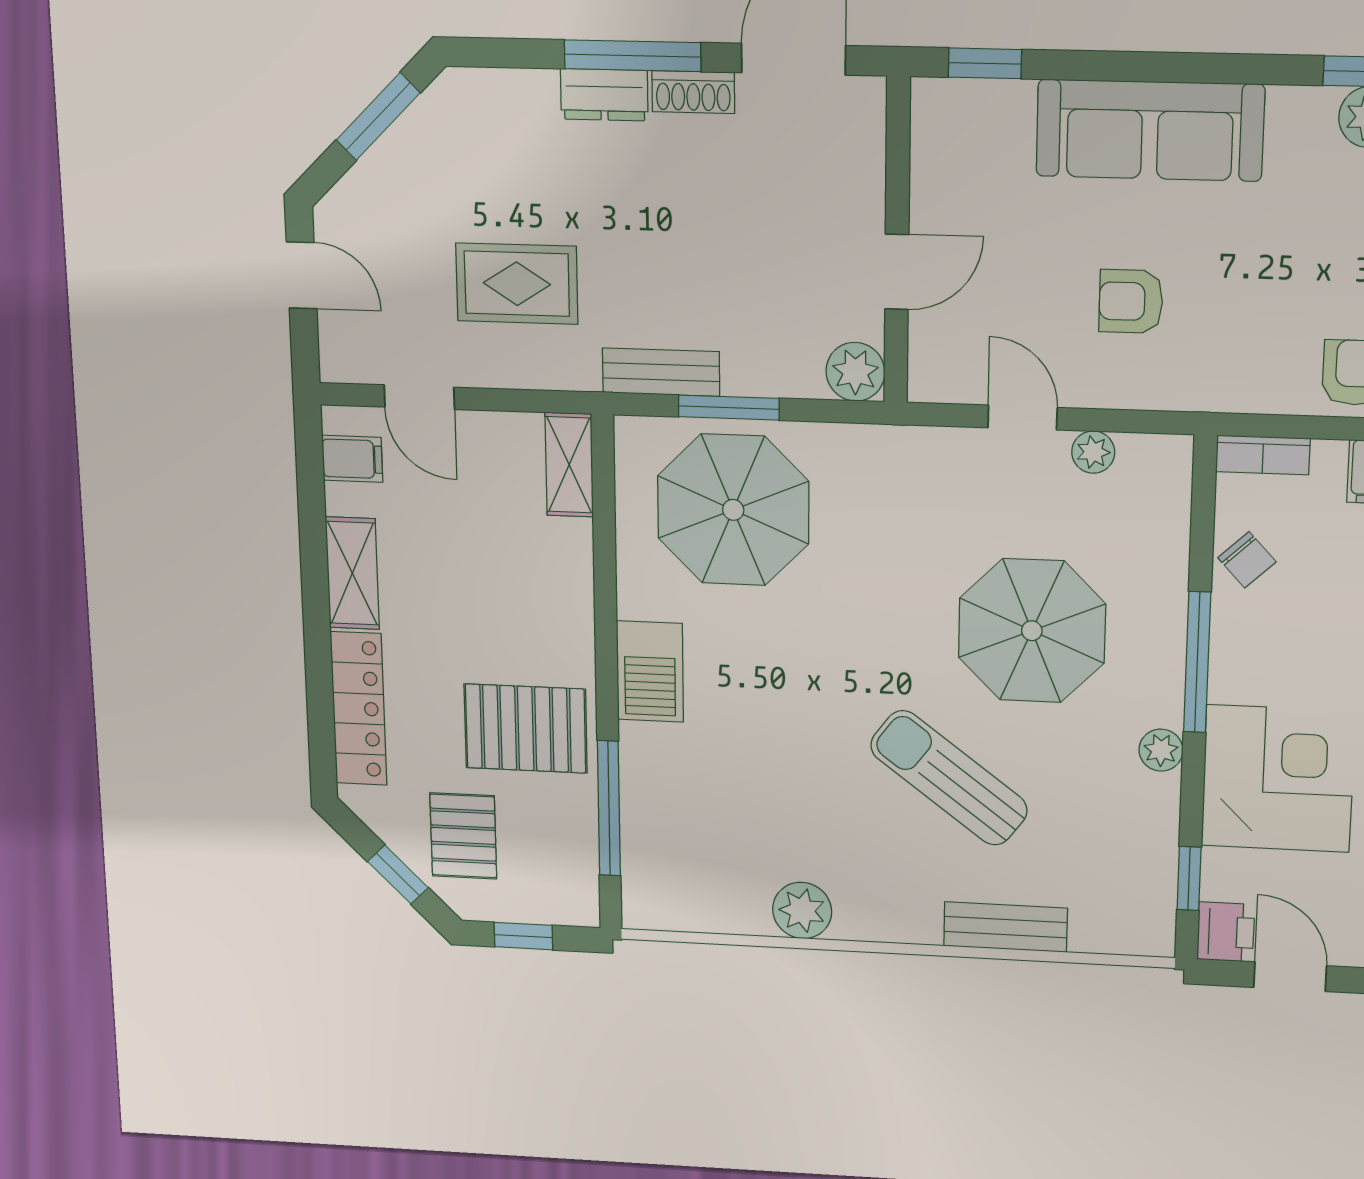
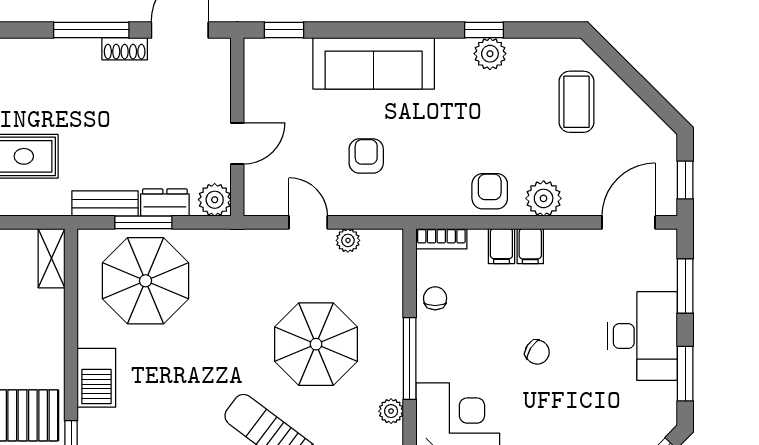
dresser: (604, 95) -> (165, 203), moved, turned 180
armchair: (1131, 301) -> (366, 156), turned 90
chair: (1247, 560) -> (435, 298), turned -137

